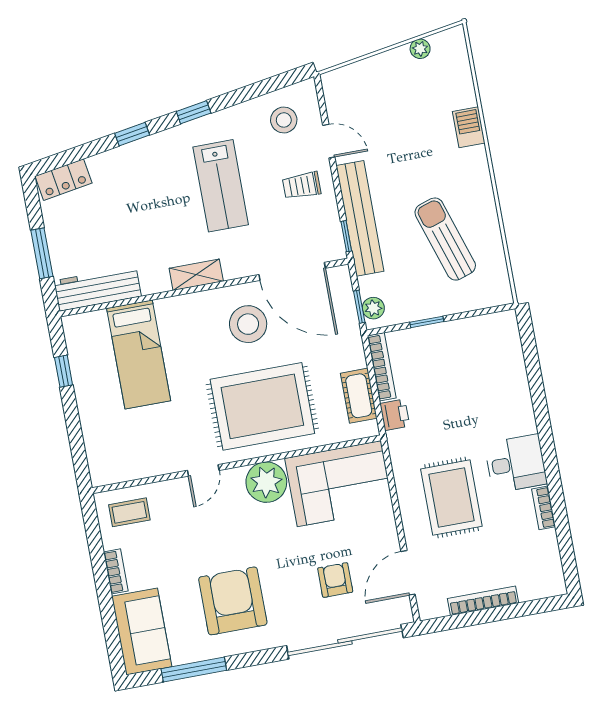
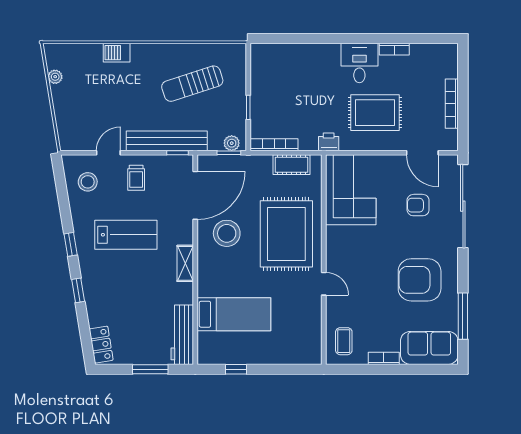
printer: (395, 415) -> (329, 142), moved
plant: (266, 482) -> (340, 241), removed

